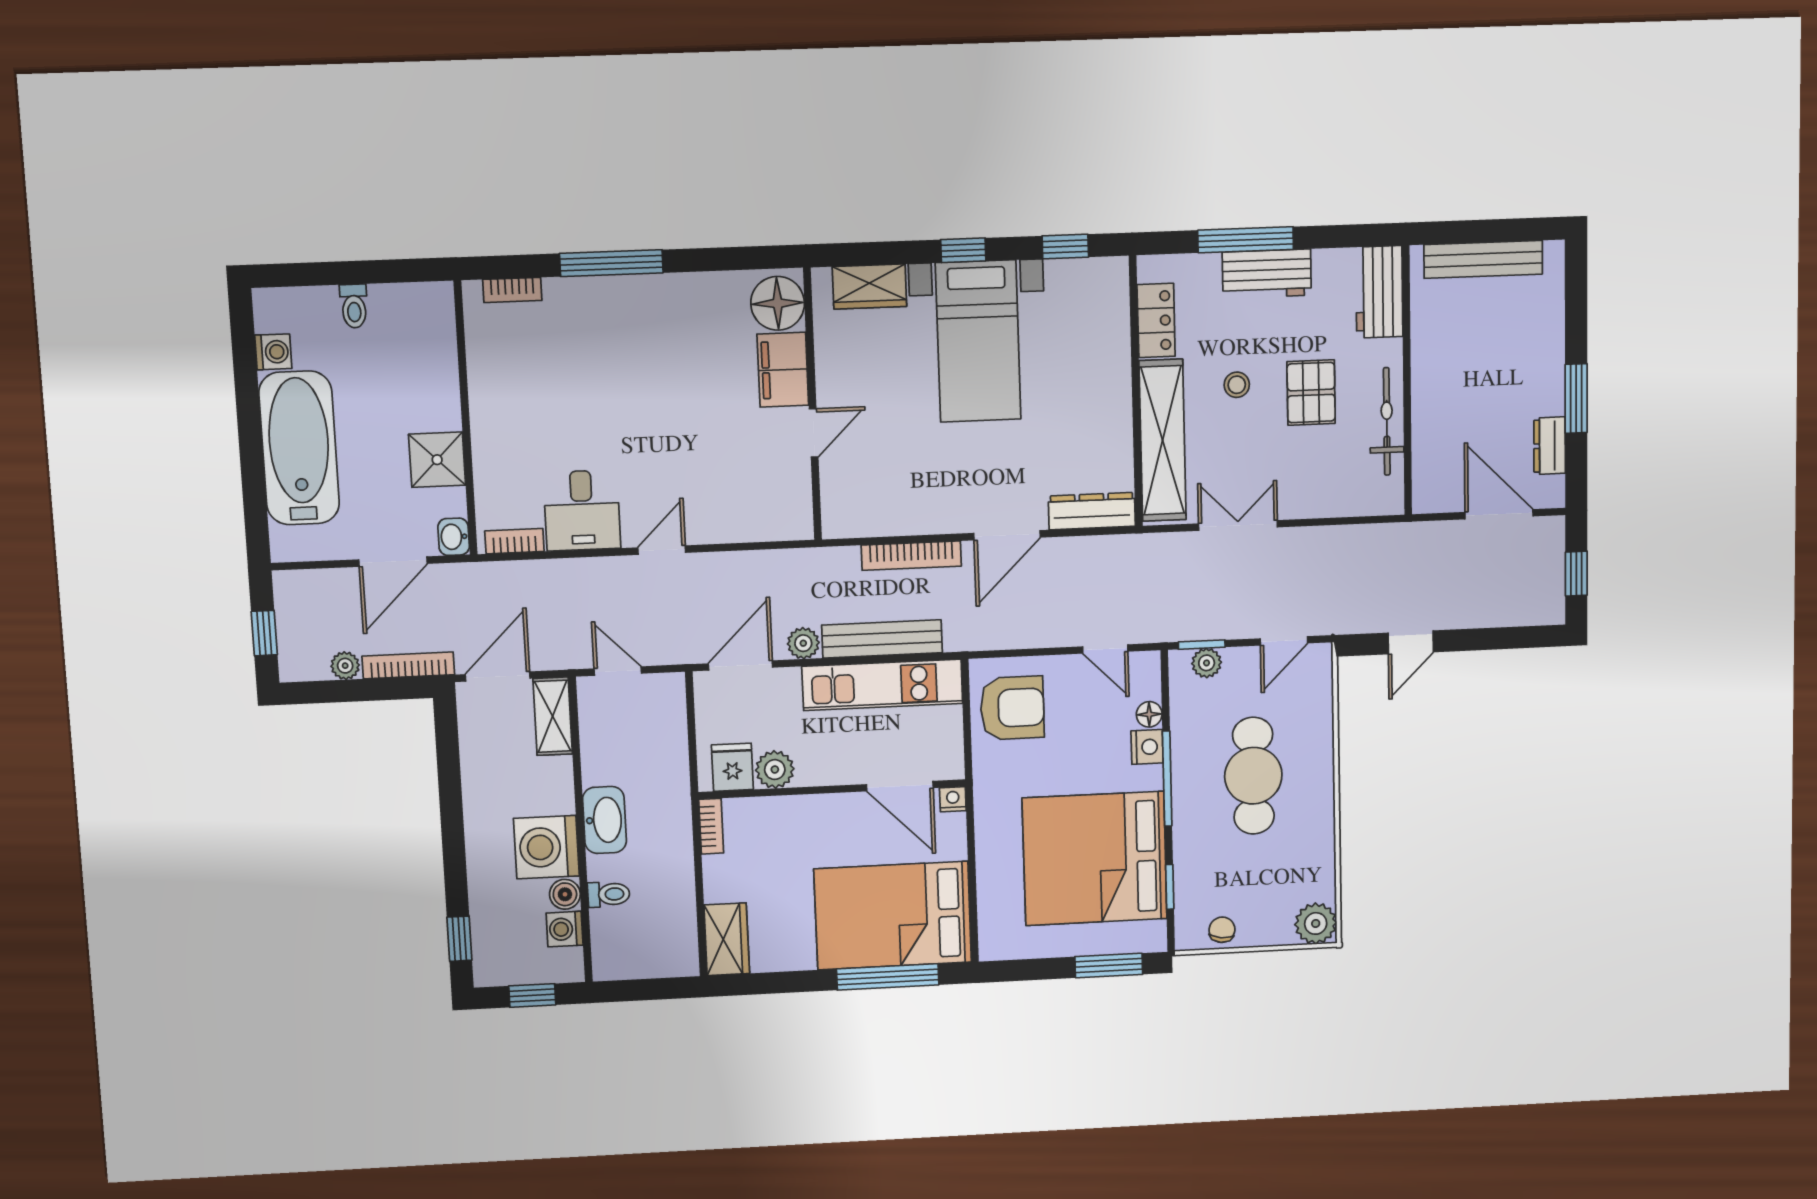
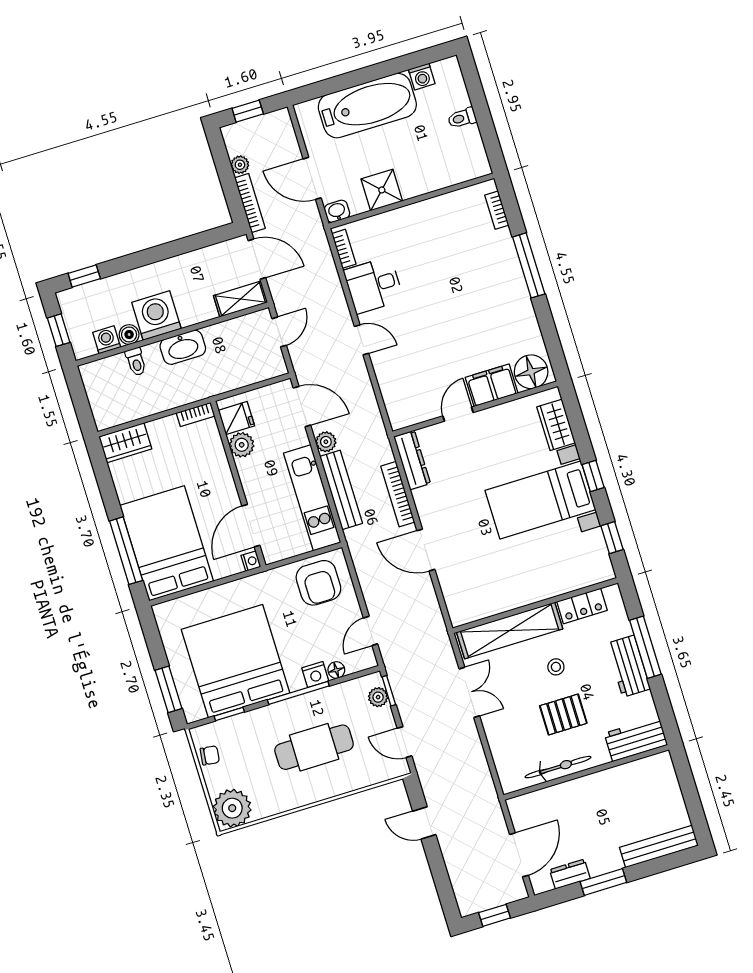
bench: (1483, 259) -> (659, 846), moved, turned 90
door: (814, 433) -> (458, 414), swing flipped
dresser: (1092, 511) -> (412, 460), moved
plant: (1316, 923) -> (232, 808), width x1.36, depth x1.36

